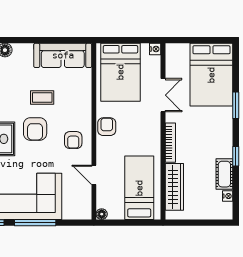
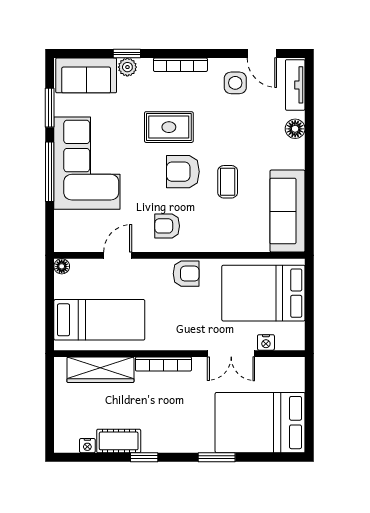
nightstand: (155, 49) -> (266, 342), moved

